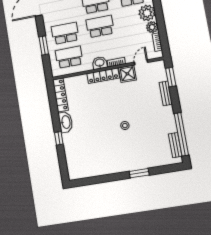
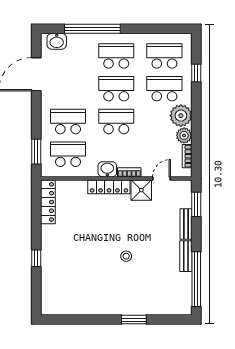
window: (44, 45) -> (36, 152), moved
washbasin: (66, 122) -> (49, 239), removed
bench: (175, 145) -> (186, 256), moved

